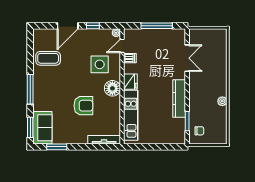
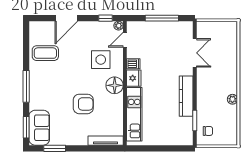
window: (93, 26) -> (105, 18), moved
dishwasher: (130, 58) -> (133, 64), moved

